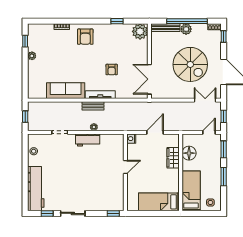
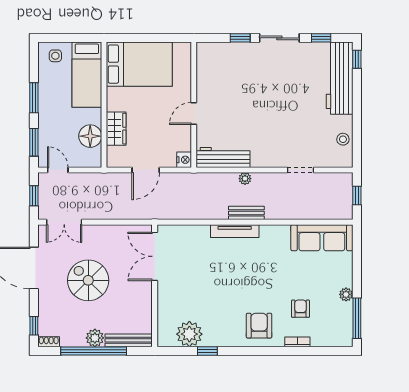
plant: (140, 31) -> (189, 334), moved
window: (25, 41) -> (357, 318), width x2.17
spiral stairs: (190, 64) -> (88, 280), width x0.73, depth x0.73
armchair: (112, 70) -> (301, 309), moved
double door: (149, 79) -> (155, 256), swing flipped
sofa: (66, 91) -> (322, 238), moved
door: (209, 132) -> (58, 170), swing flipped
workbench: (88, 140) -> (223, 157), moved, width x1.38
window: (25, 200) -> (357, 59), added
bed: (159, 202) -> (139, 64), width x1.50
window: (113, 213) -> (240, 38), moved

